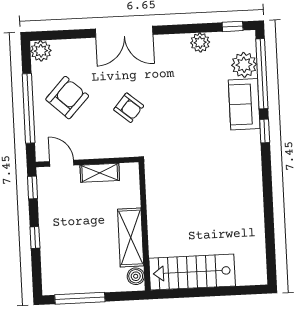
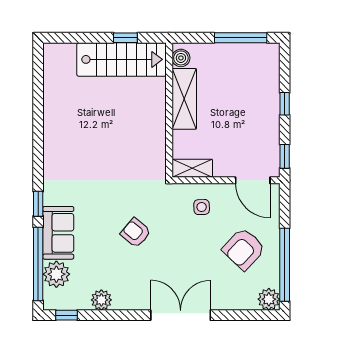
window: (29, 108) -> (285, 265), moved
armchair: (129, 108) -> (136, 233), moved
side table: (109, 135) -> (202, 207), added
door: (62, 163) -> (253, 180), width x1.38
shelving: (100, 173) -> (192, 168), moved
window: (189, 293) -> (125, 38), added

